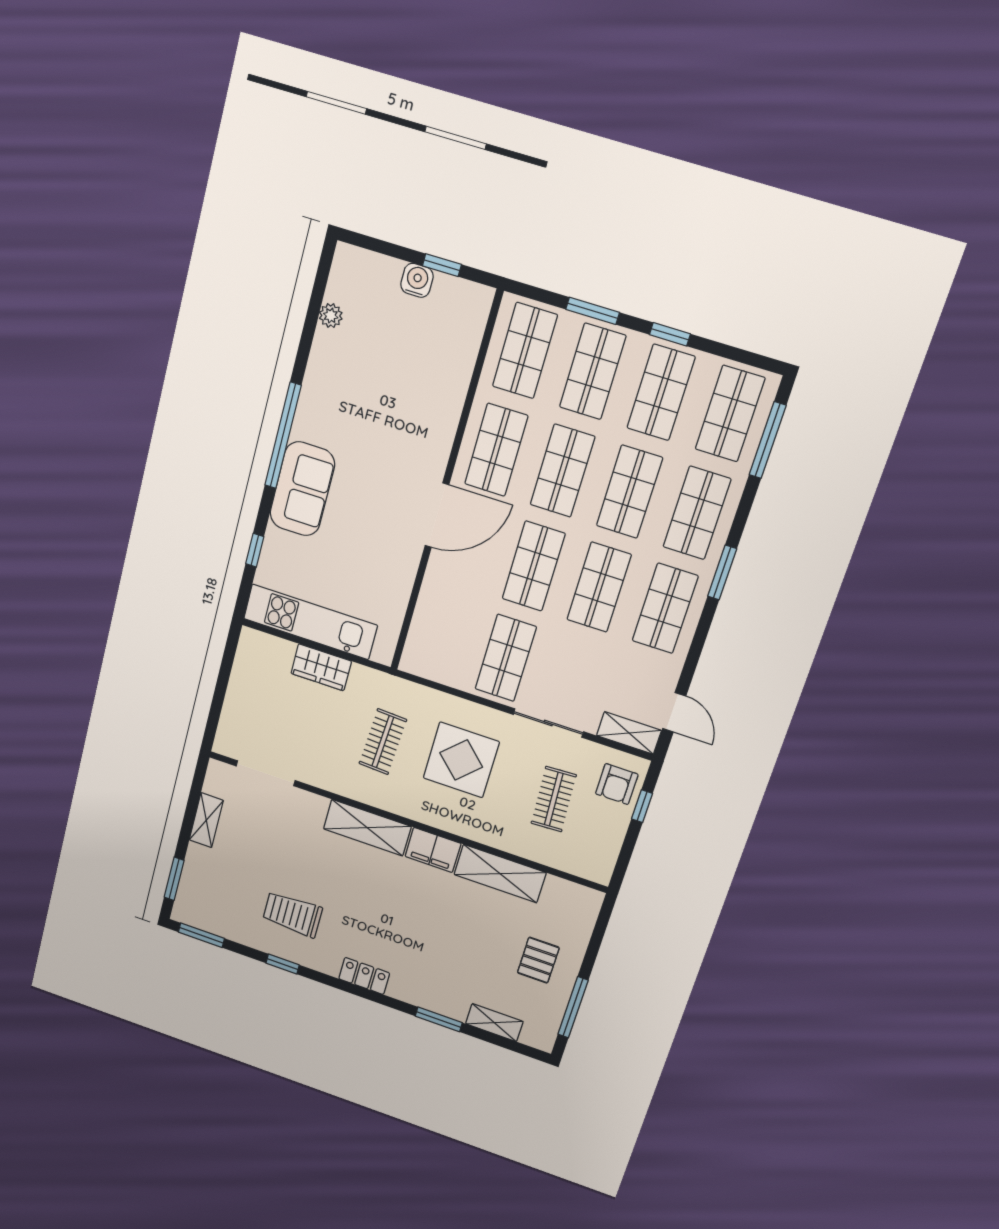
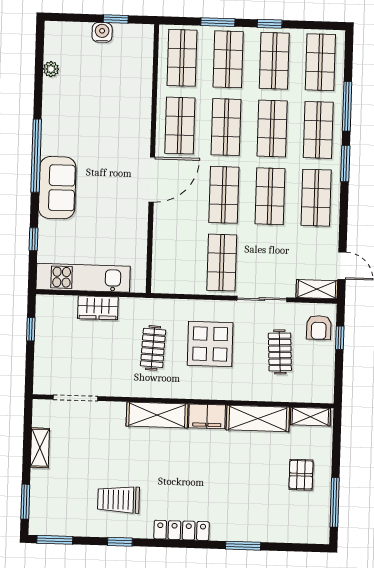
window: (767, 440) -> (347, 106), moved
window: (226, 668) -> (31, 329), added
locker: (364, 976) -> (182, 530), width x1.53
shelving: (494, 1023) -> (310, 417), moved

